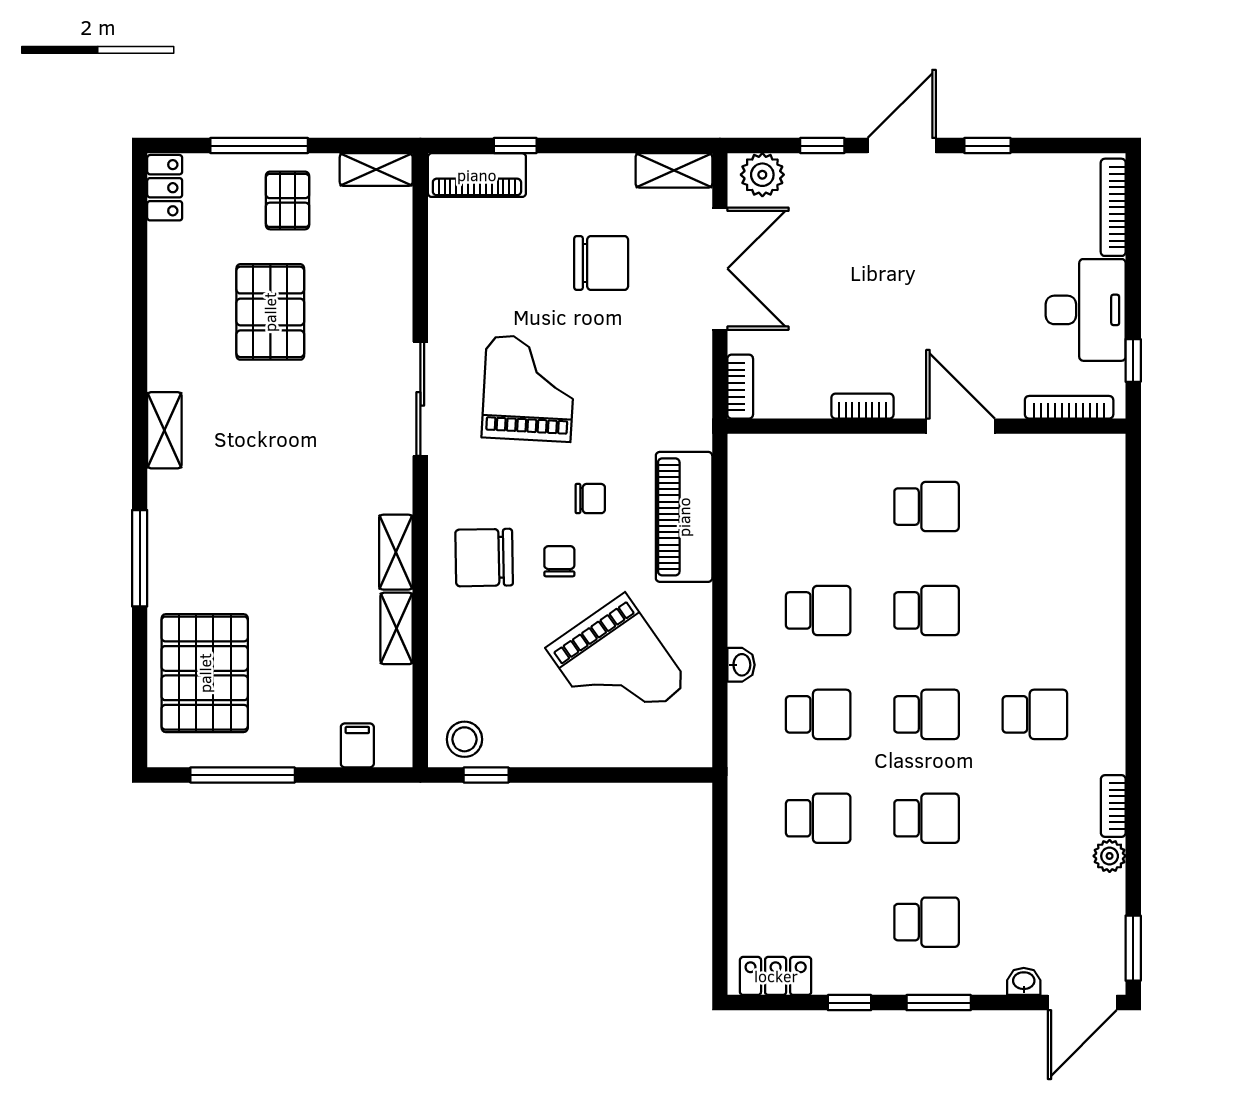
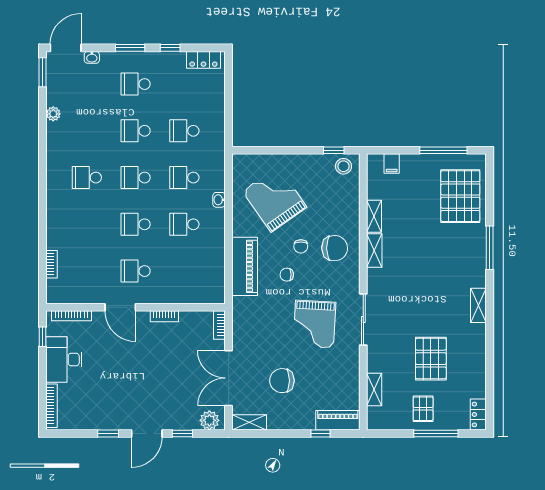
shelving: (376, 170) -> (374, 390), moved, turned 90
bookcase: (1113, 806) -> (52, 264), moved

